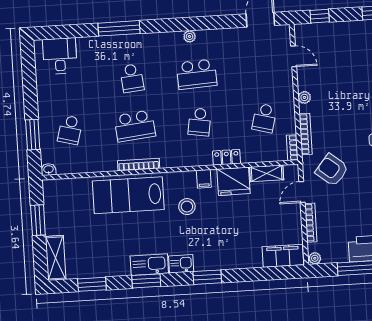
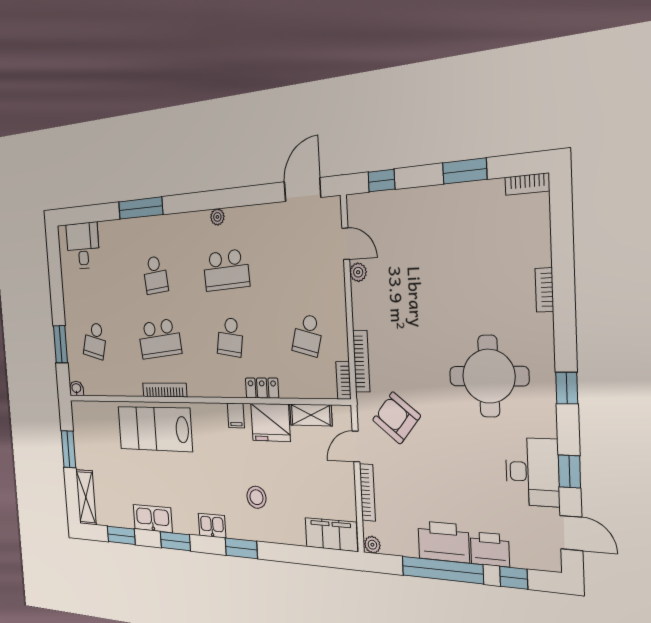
plant: (304, 97) -> (358, 272), moved
stool: (187, 207) -> (256, 497), moved
kitchen sink: (149, 265) -> (153, 518), moved

